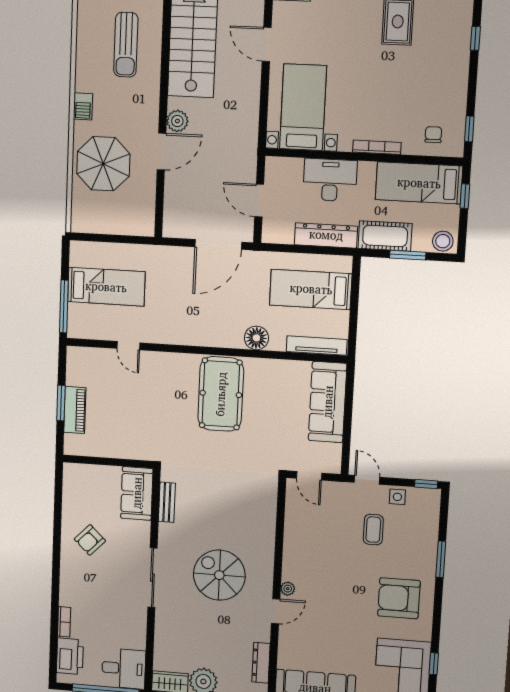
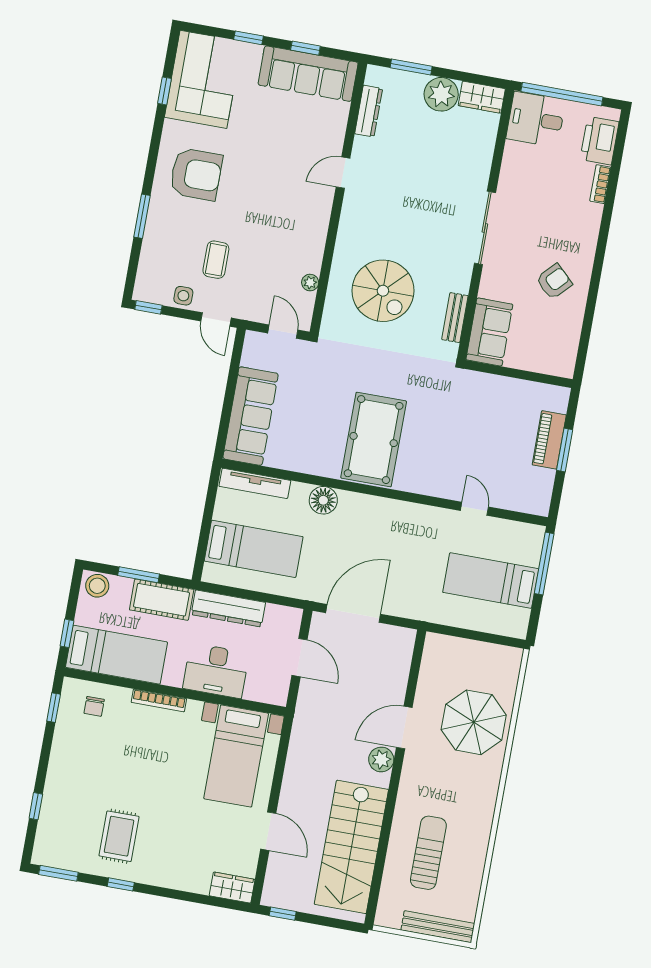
barbecue: (83, 106) -> (488, 790), removed
spiral stairs: (219, 575) -> (383, 291), moved
plant: (288, 589) -> (310, 283), moved

